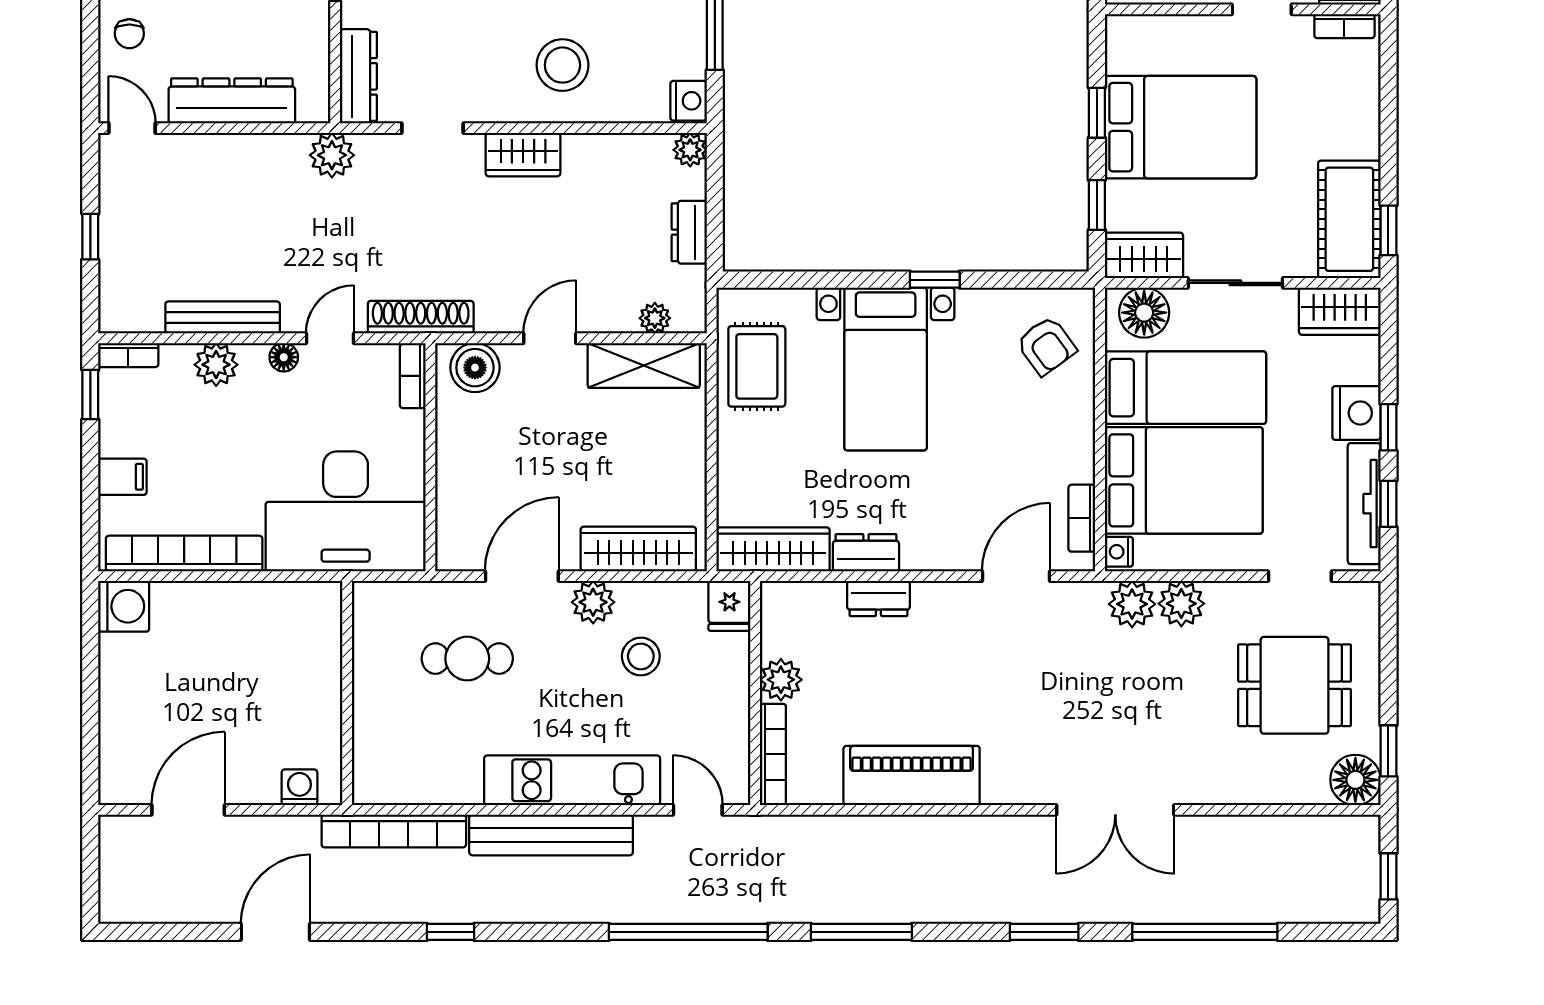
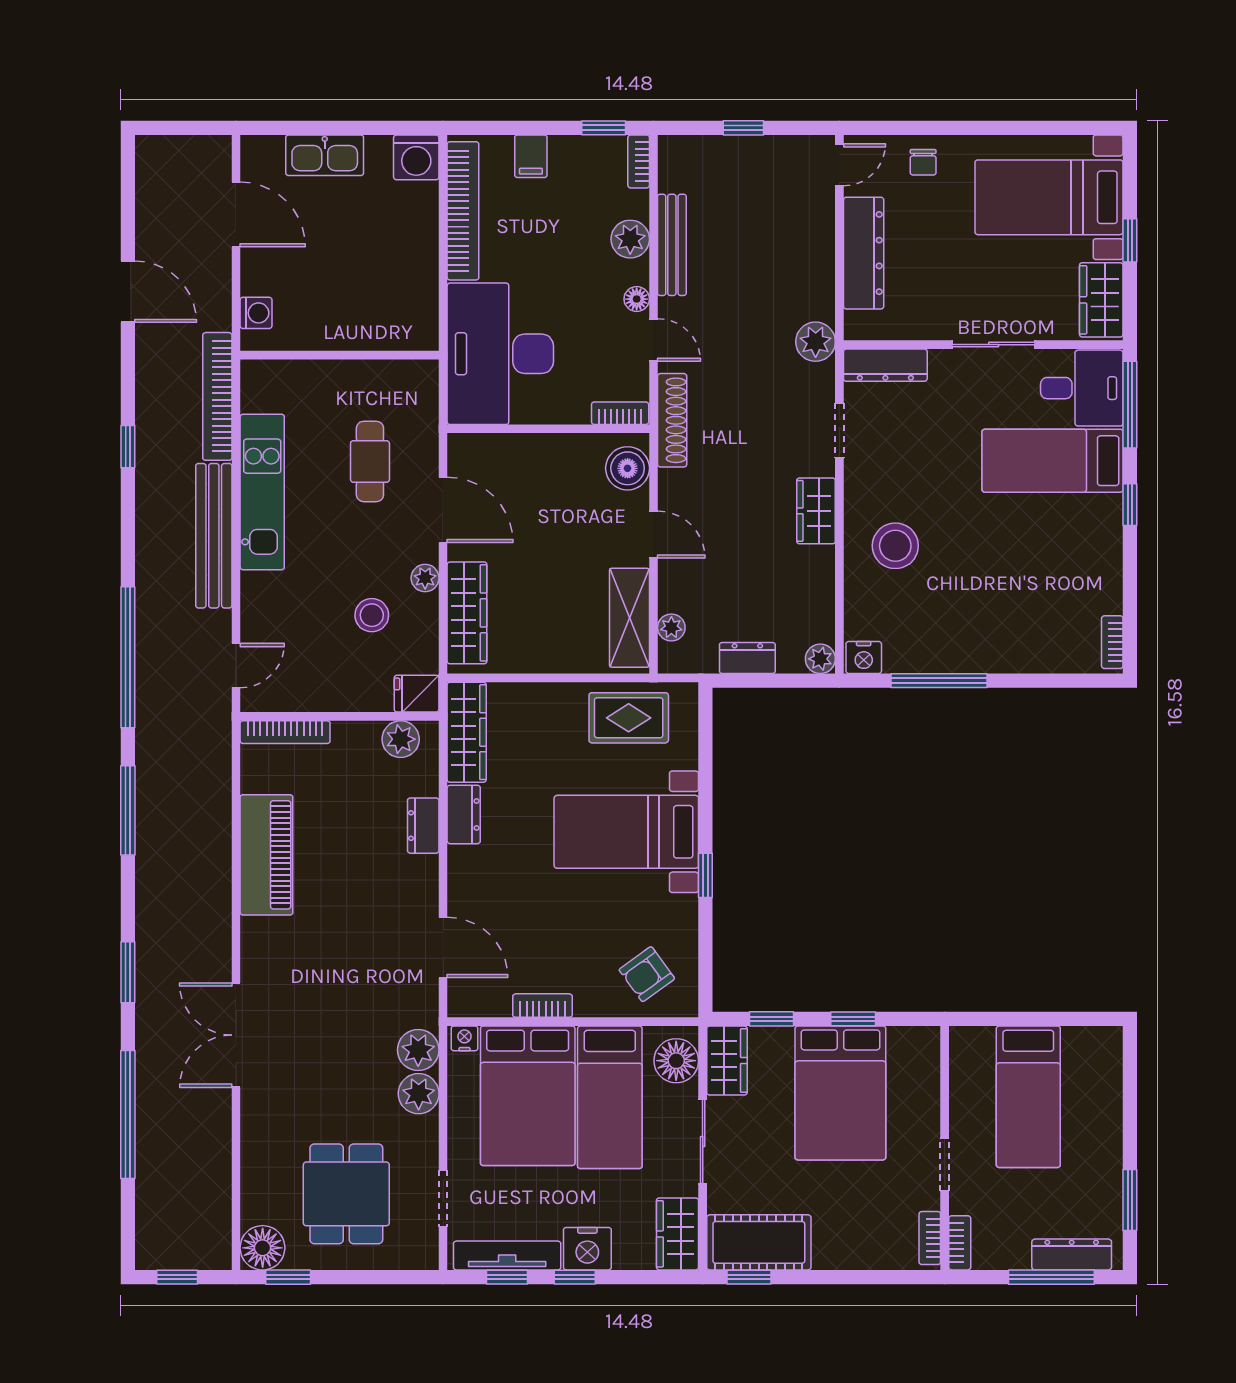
chair: (129, 34) -> (923, 162), turned -90
bookcase: (1082, 518) -> (542, 1006), moved
plant: (593, 602) -> (425, 578), width x0.73, depth x0.73
plant: (781, 680) -> (401, 739), moved
kitchen sink: (121, 710) -> (325, 155), added
kitchen unit: (572, 780) -> (262, 492), moved

